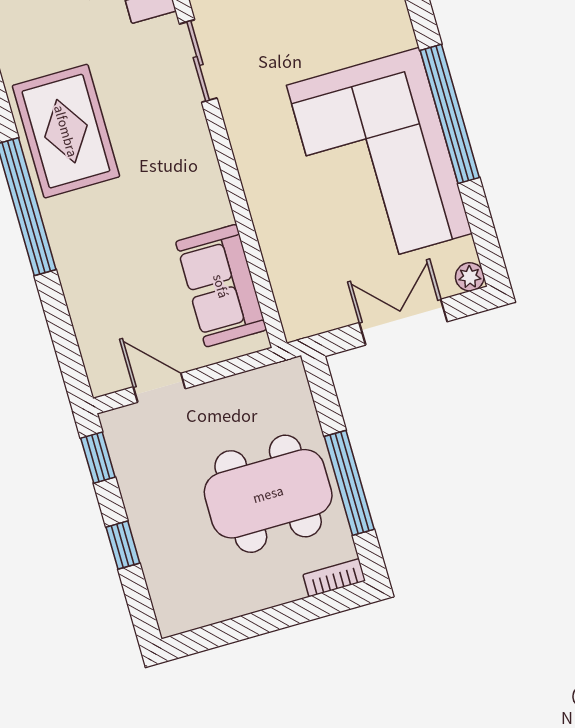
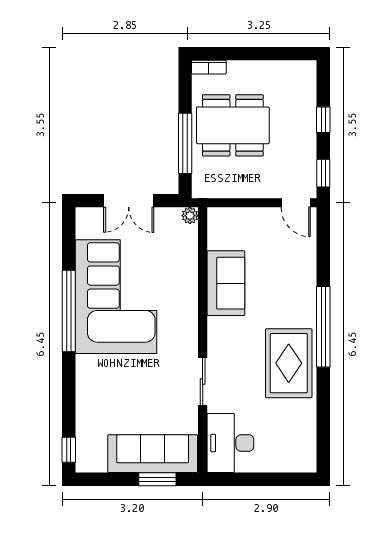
plant: (470, 277) -> (190, 216), moved
sofa: (221, 286) -> (226, 283), moved
door: (159, 388) -> (296, 203), moved
window: (349, 483) -> (185, 143), moved

